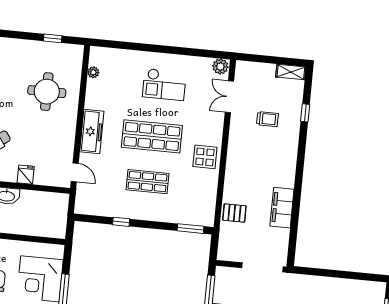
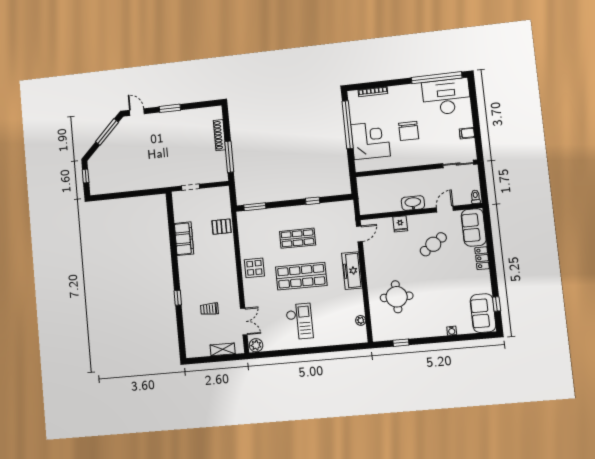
shelving: (291, 72) -> (223, 349), moved
checkout: (164, 85) -> (299, 321), turned 90
window: (305, 113) -> (178, 298), moved
door: (75, 172) -> (359, 234), swing flipped
doorway: (262, 267) -> (191, 187), width x0.53

